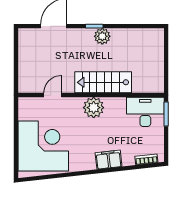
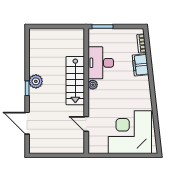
plant: (94, 108) -> (93, 85), width x0.53, depth x0.53
desk: (145, 112) -> (101, 63), moved
filing cabinet: (109, 160) -> (140, 65), moved

